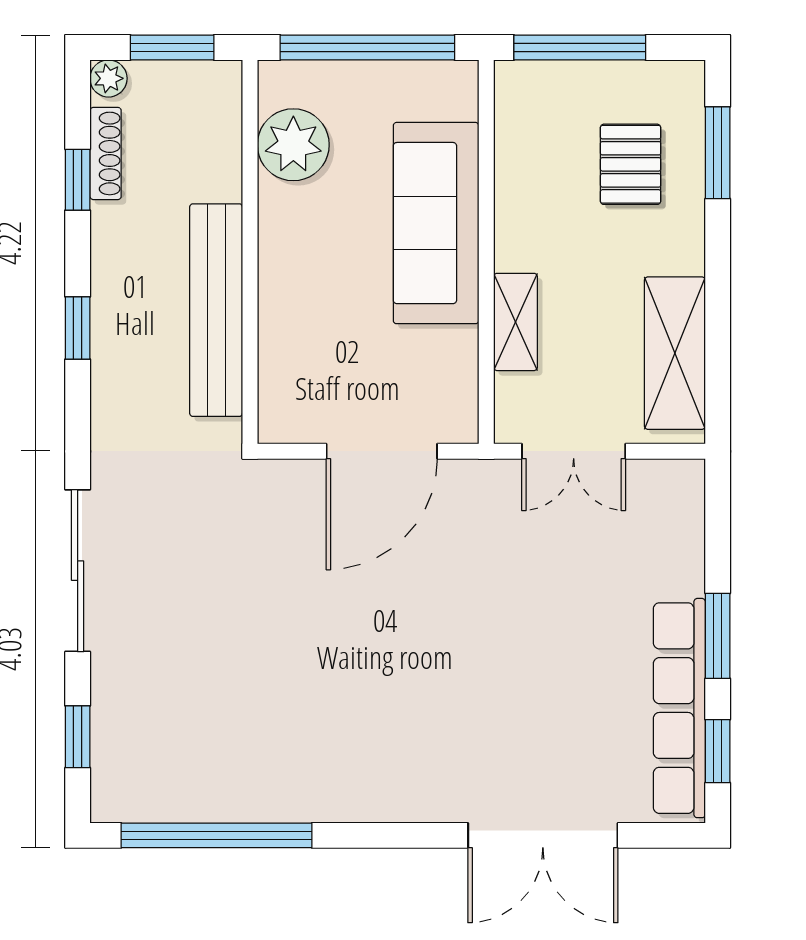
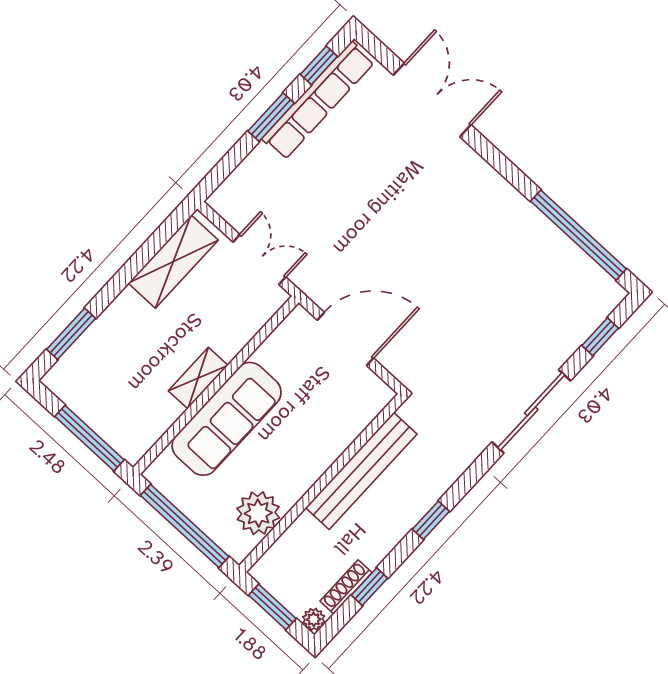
pallet: (631, 164) -> (115, 365), removed
shelving: (516, 322) -> (198, 378), moved

